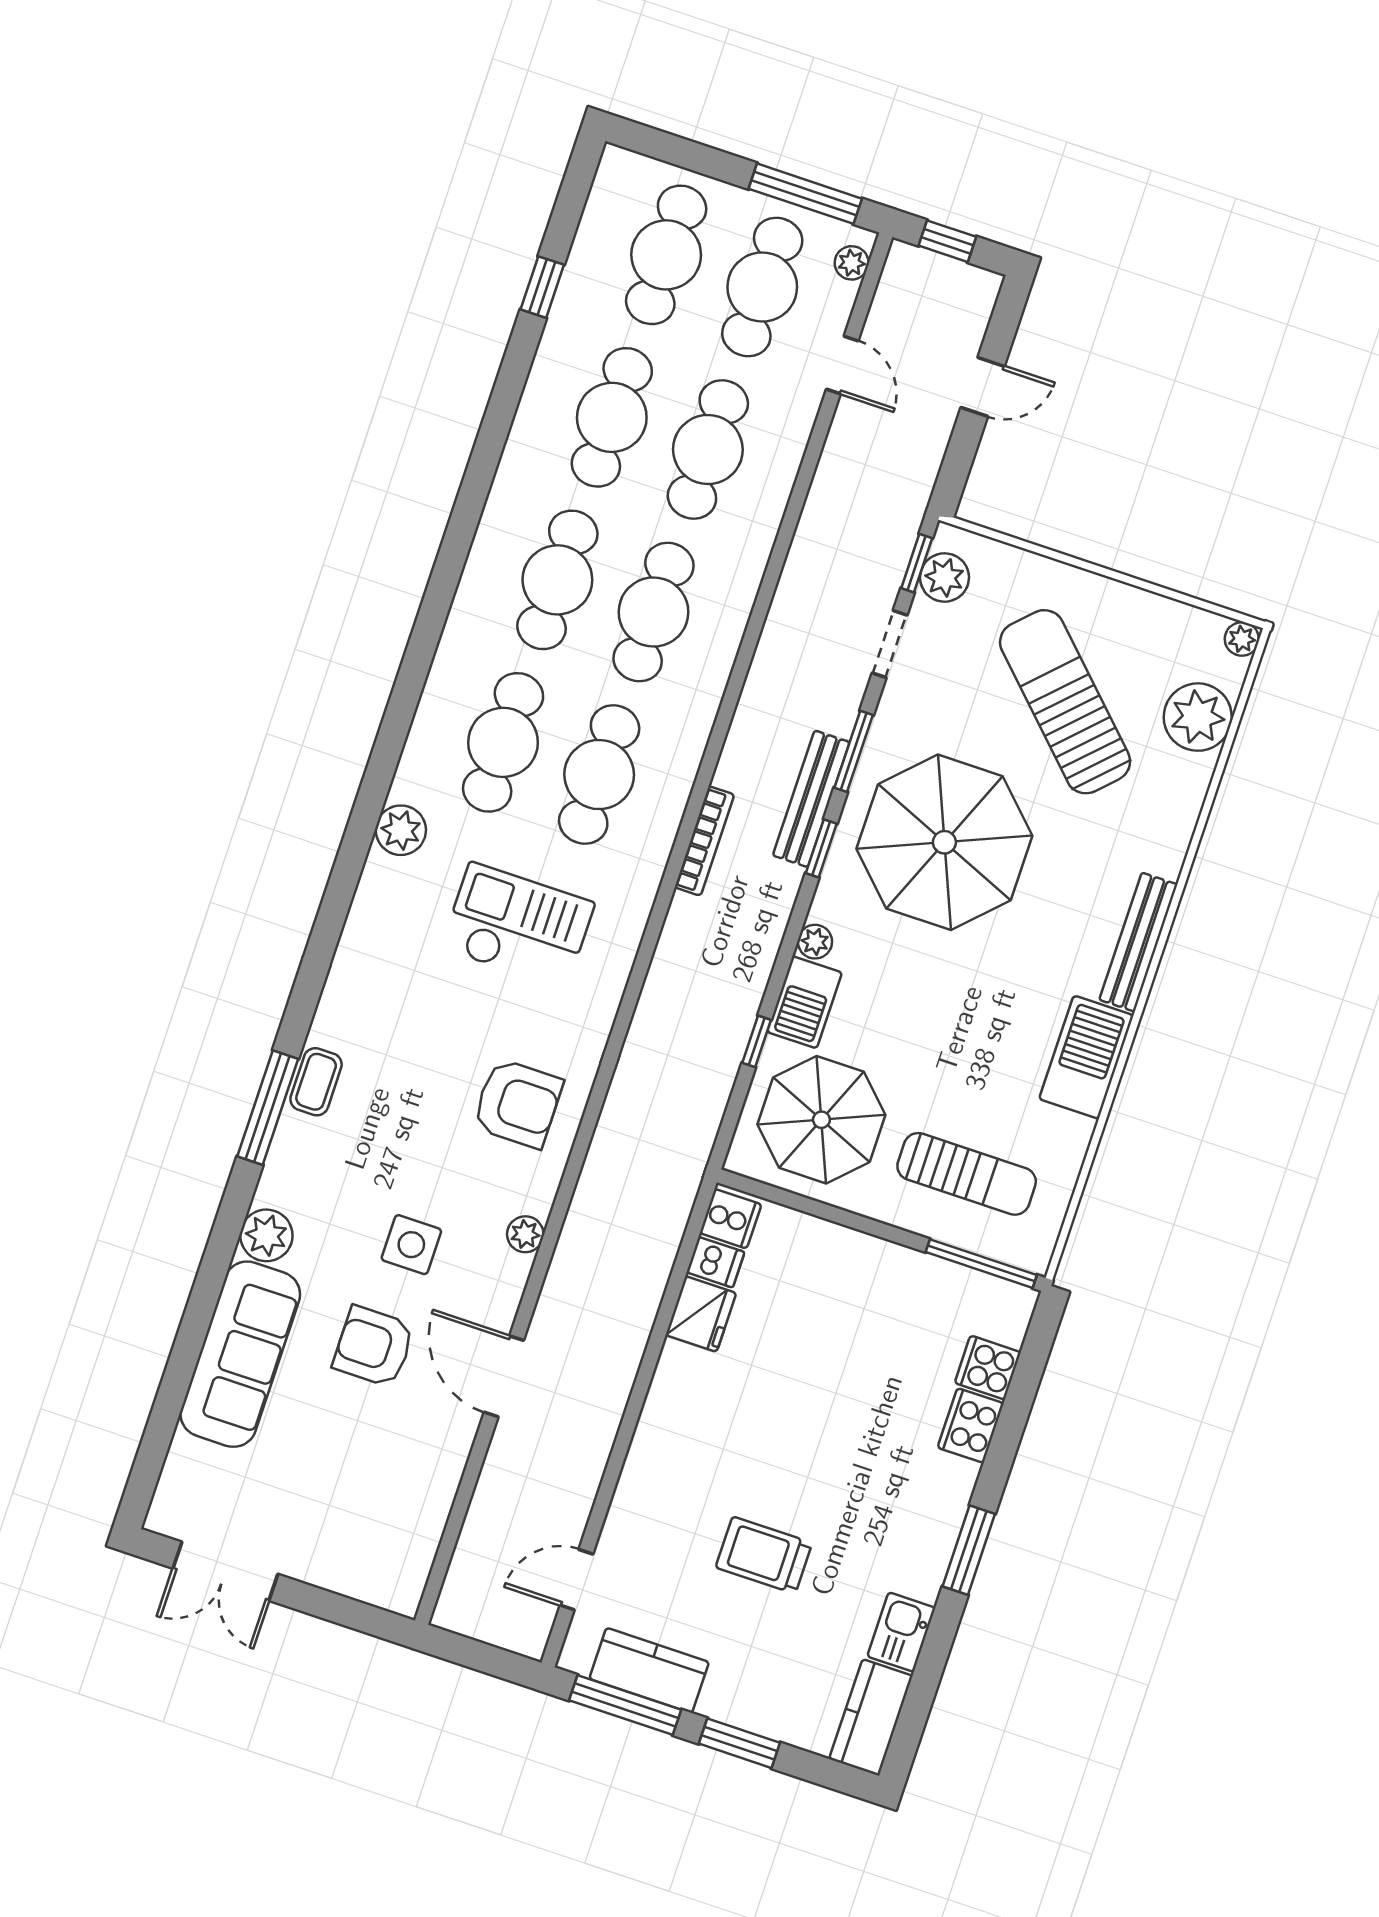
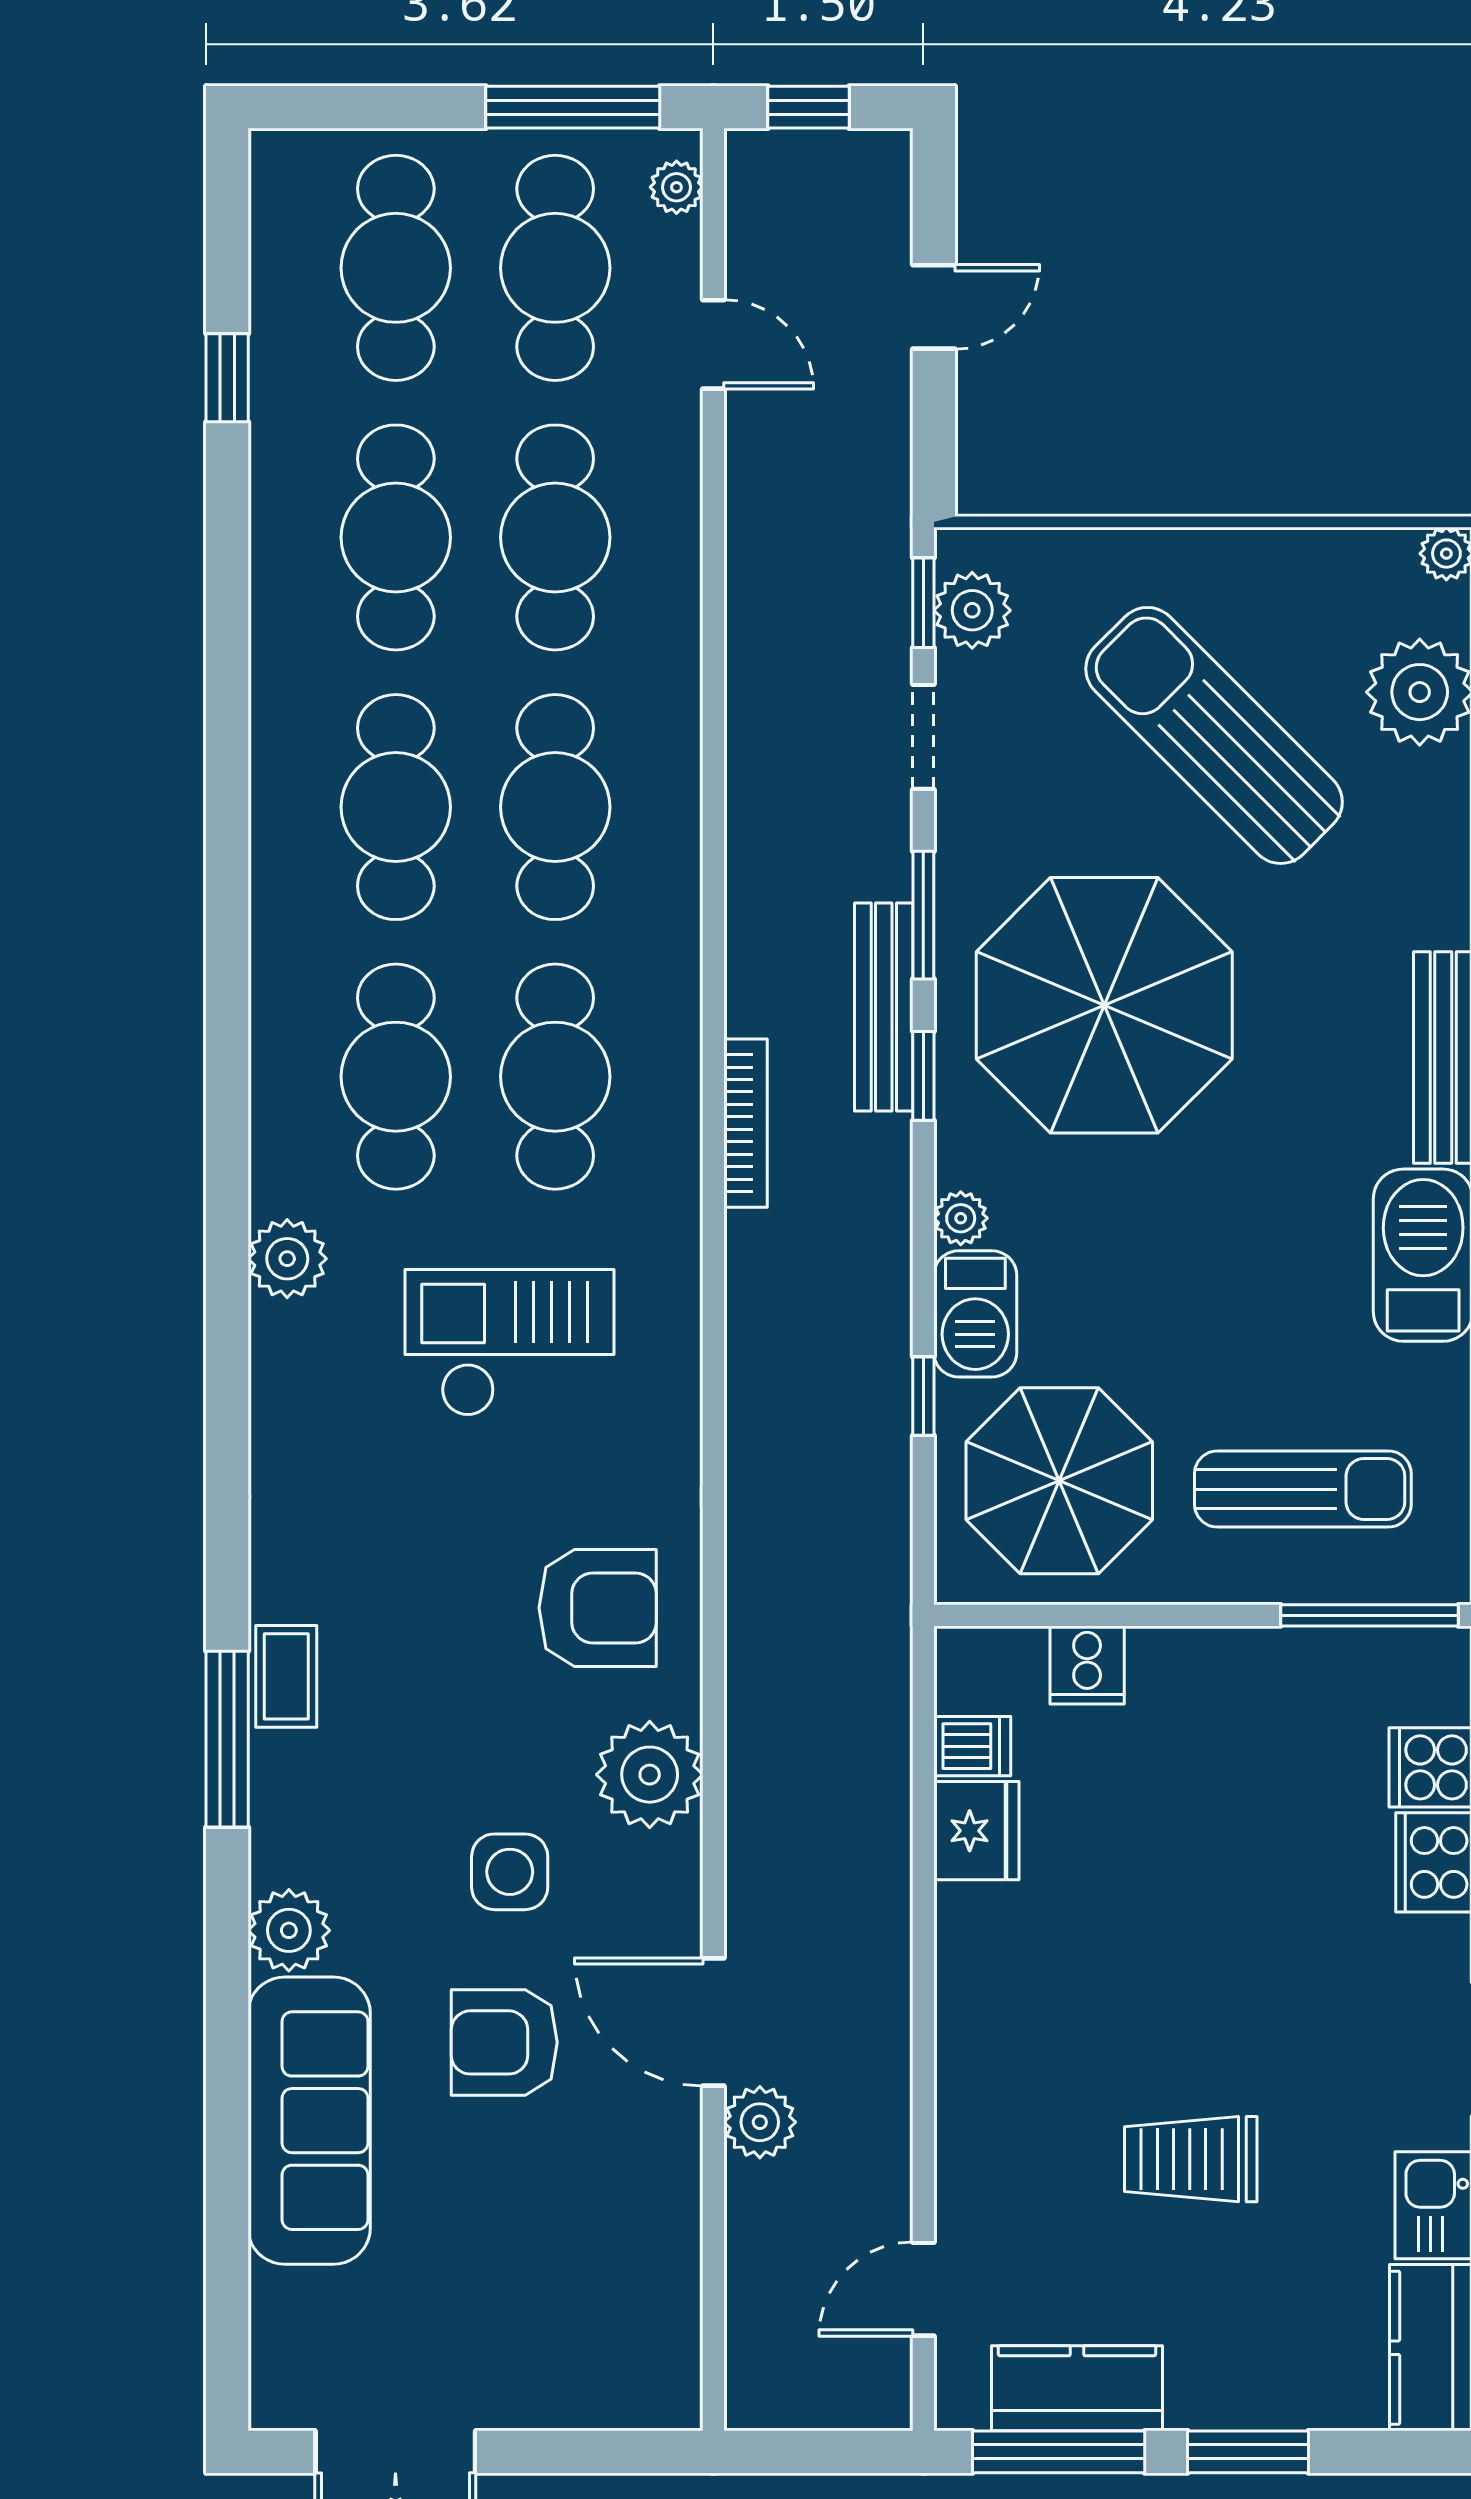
cooker: (731, 1219) -> (1087, 1665), moved, turned 90
plant: (525, 1234) -> (650, 1775), width x1.88, depth x1.88
plant: (512, 1446) -> (760, 2122), added

